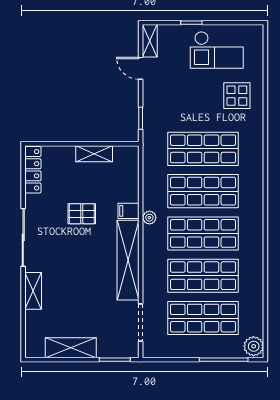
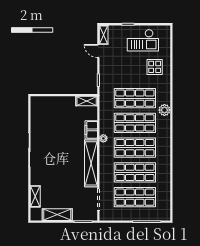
shelving: (94, 154) -> (87, 101), moved
locker: (33, 170) -> (35, 110), removed
filing cabinet: (129, 211) -> (91, 130), width x2.00
pallet: (82, 214) -> (64, 136), removed
shelving: (33, 291) -> (35, 196), moved
plant: (254, 346) -> (164, 110), moved

